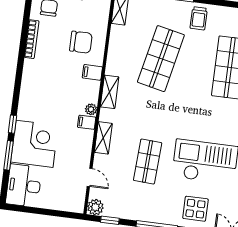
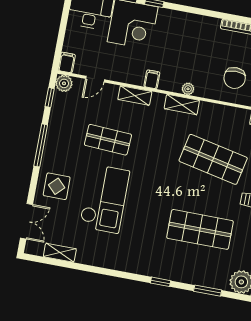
filing cabinet: (92, 72) -> (67, 63), moved
plant: (91, 109) -> (188, 89), moved

